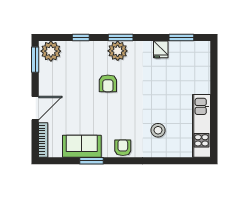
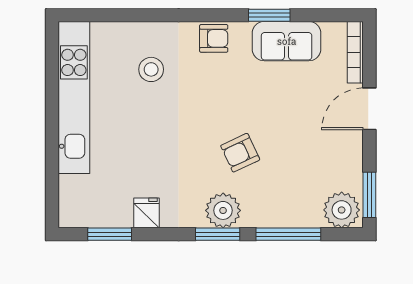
window: (81, 38) -> (288, 234), width x2.17
armchair: (108, 83) -> (240, 153), turned -115
kitchen unit: (202, 126) -> (74, 97), width x1.36
armchair: (123, 148) -> (214, 38), turned -90

